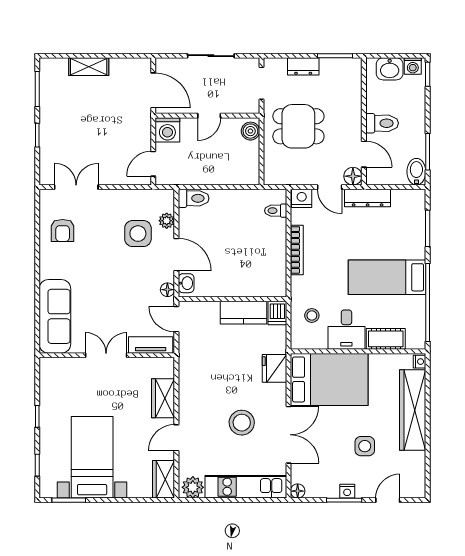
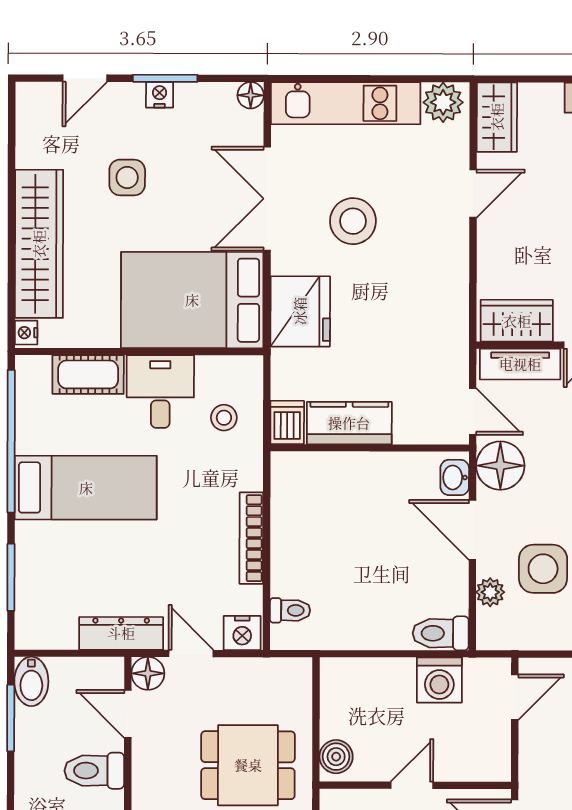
washing machine: (167, 130) -> (439, 680), moved, turned 180
floor lamp: (167, 290) -> (500, 466), width x1.89, depth x1.89
fridge: (274, 368) -> (300, 311), width x1.36, depth x1.34
wardrobe: (163, 398) -> (517, 321), moved, turned -90

